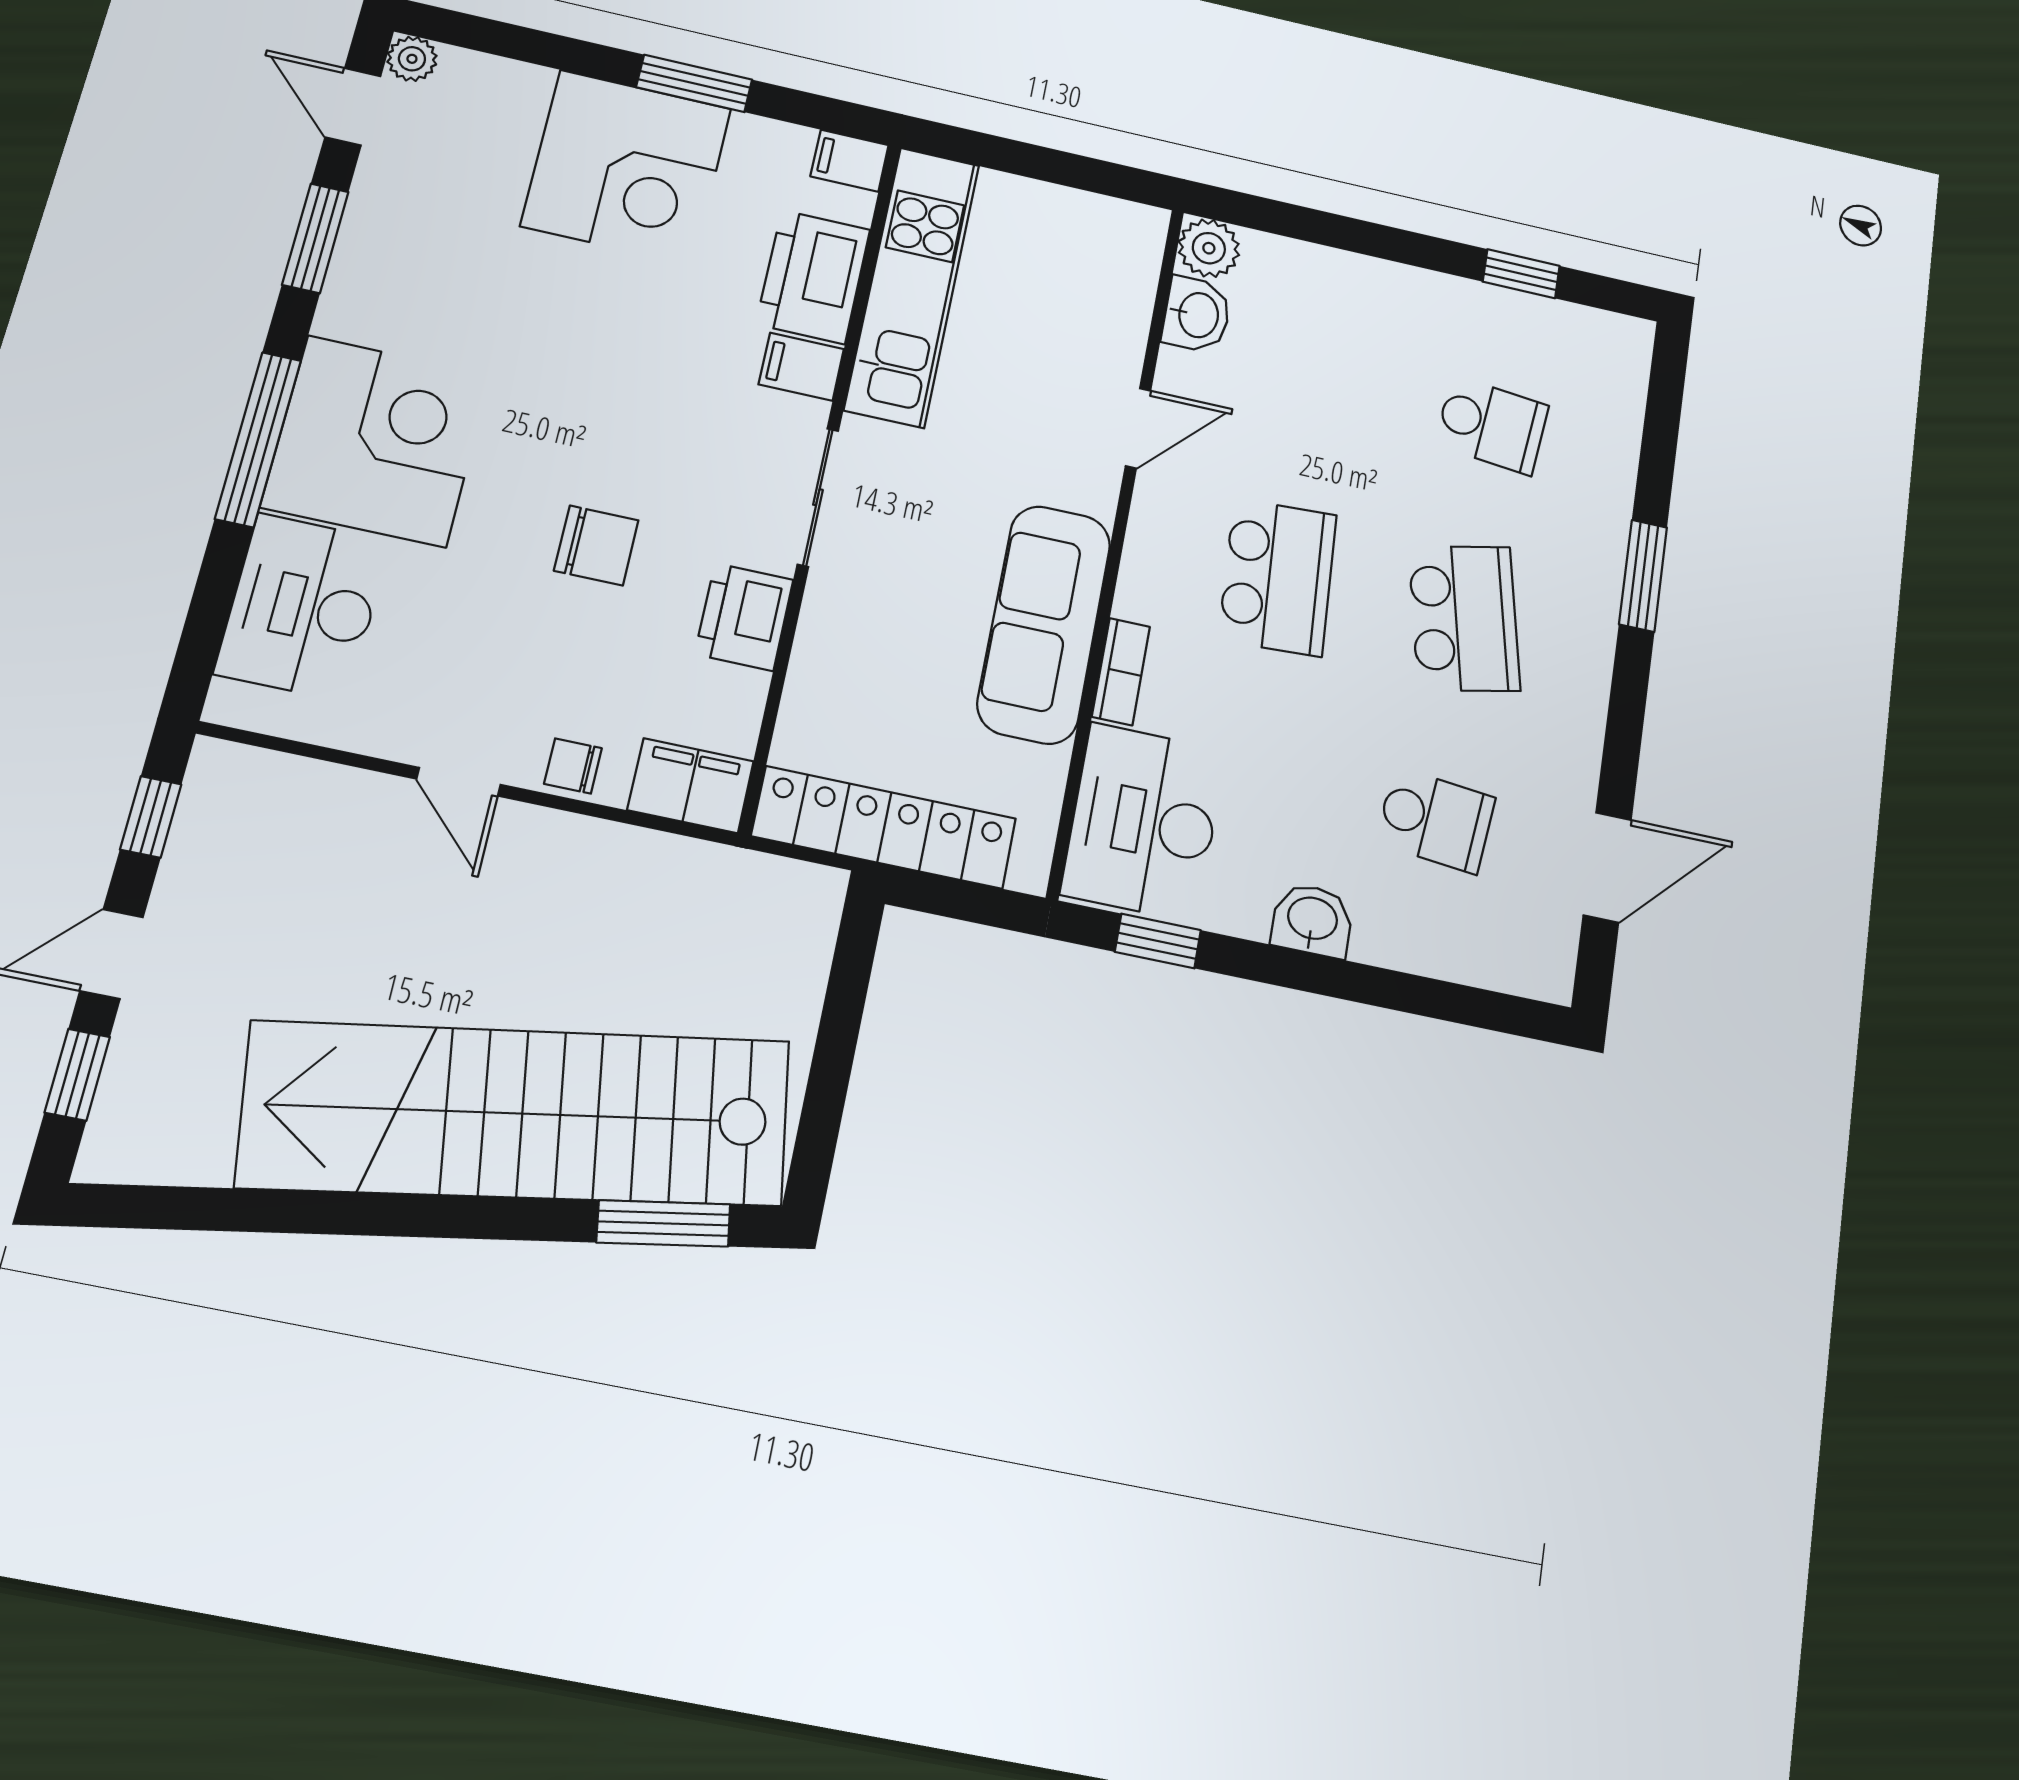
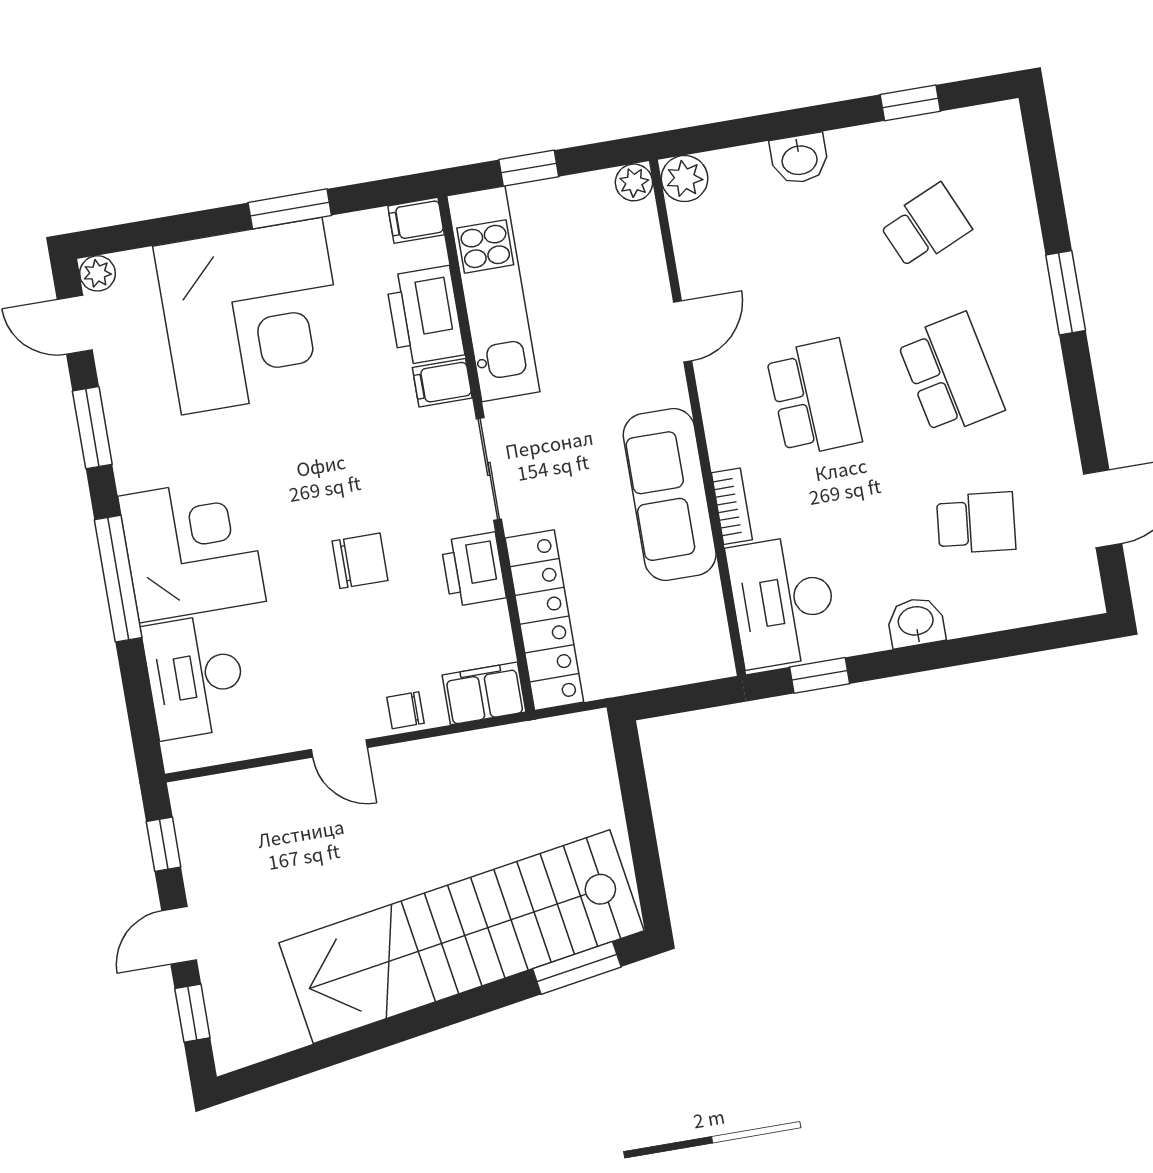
window: (1017, 158) -> (529, 168), added
corner desk: (626, 167) -> (252, 316), width x1.36, depth x1.36
plant: (1143, 227) -> (634, 182), added
washbasin: (1197, 315) -> (799, 159), moved, turned 90
school desk: (1492, 425) -> (925, 226), turned -30
locker: (884, 827) -> (544, 620), moved, turned 90

